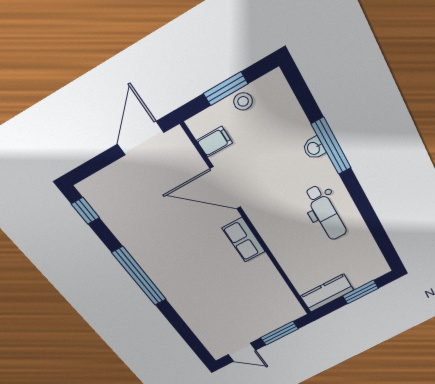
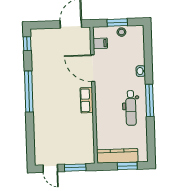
window: (331, 146) -> (150, 100), moved
kitchen counter: (327, 293) -> (117, 156), width x1.50

